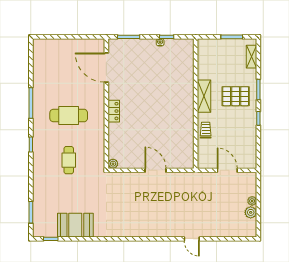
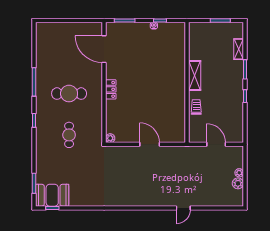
shelving: (252, 57) -> (239, 49), moved
pallet: (236, 96) -> (224, 76), removed
booth: (75, 225) -> (52, 195), moved
door: (192, 239) -> (183, 208), hinge flipped

